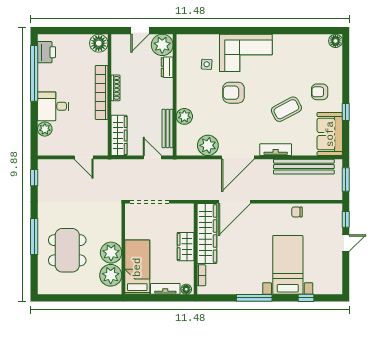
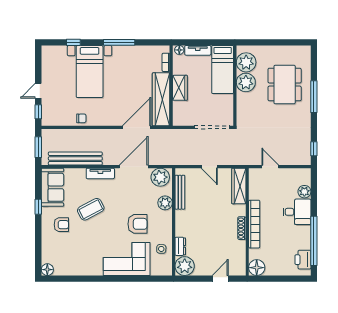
plant: (162, 45) -> (185, 266), moved
dresser: (167, 67) -> (180, 246), moved
wall: (175, 95) -> (174, 222), moved
plant: (184, 116) -> (165, 203), moved
bench: (168, 128) -> (180, 192), moved

